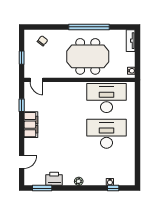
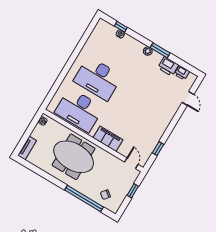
window: (89, 27) -> (84, 198), moved
filing cabinet: (31, 125) -> (108, 139), moved, turned 90
door: (22, 162) -> (188, 98), swing flipped
printer: (39, 180) -> (182, 73), added
window: (42, 188) -> (160, 50), moved

